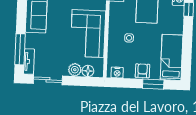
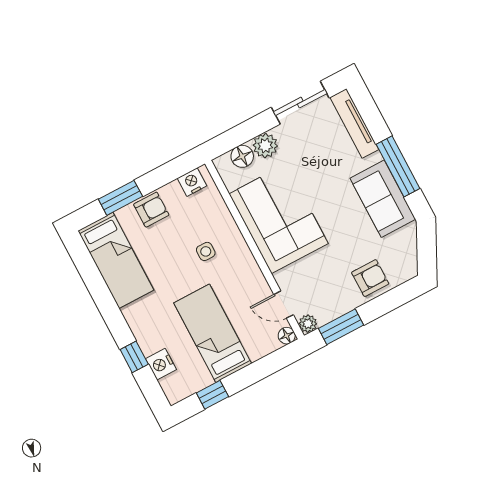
window: (20, 49) -> (398, 166), moved
tv unit: (29, 61) -> (354, 123), width x1.41
armchair: (142, 71) -> (151, 210), turned -90

